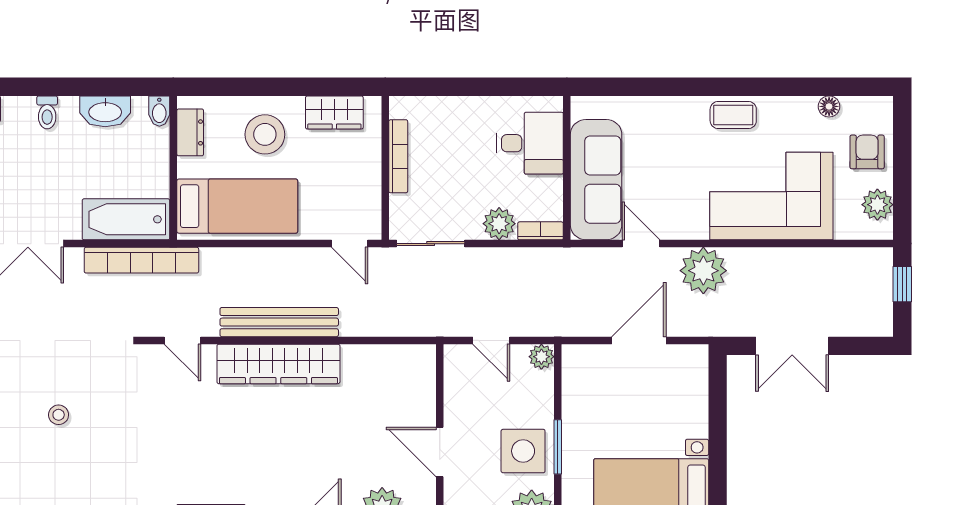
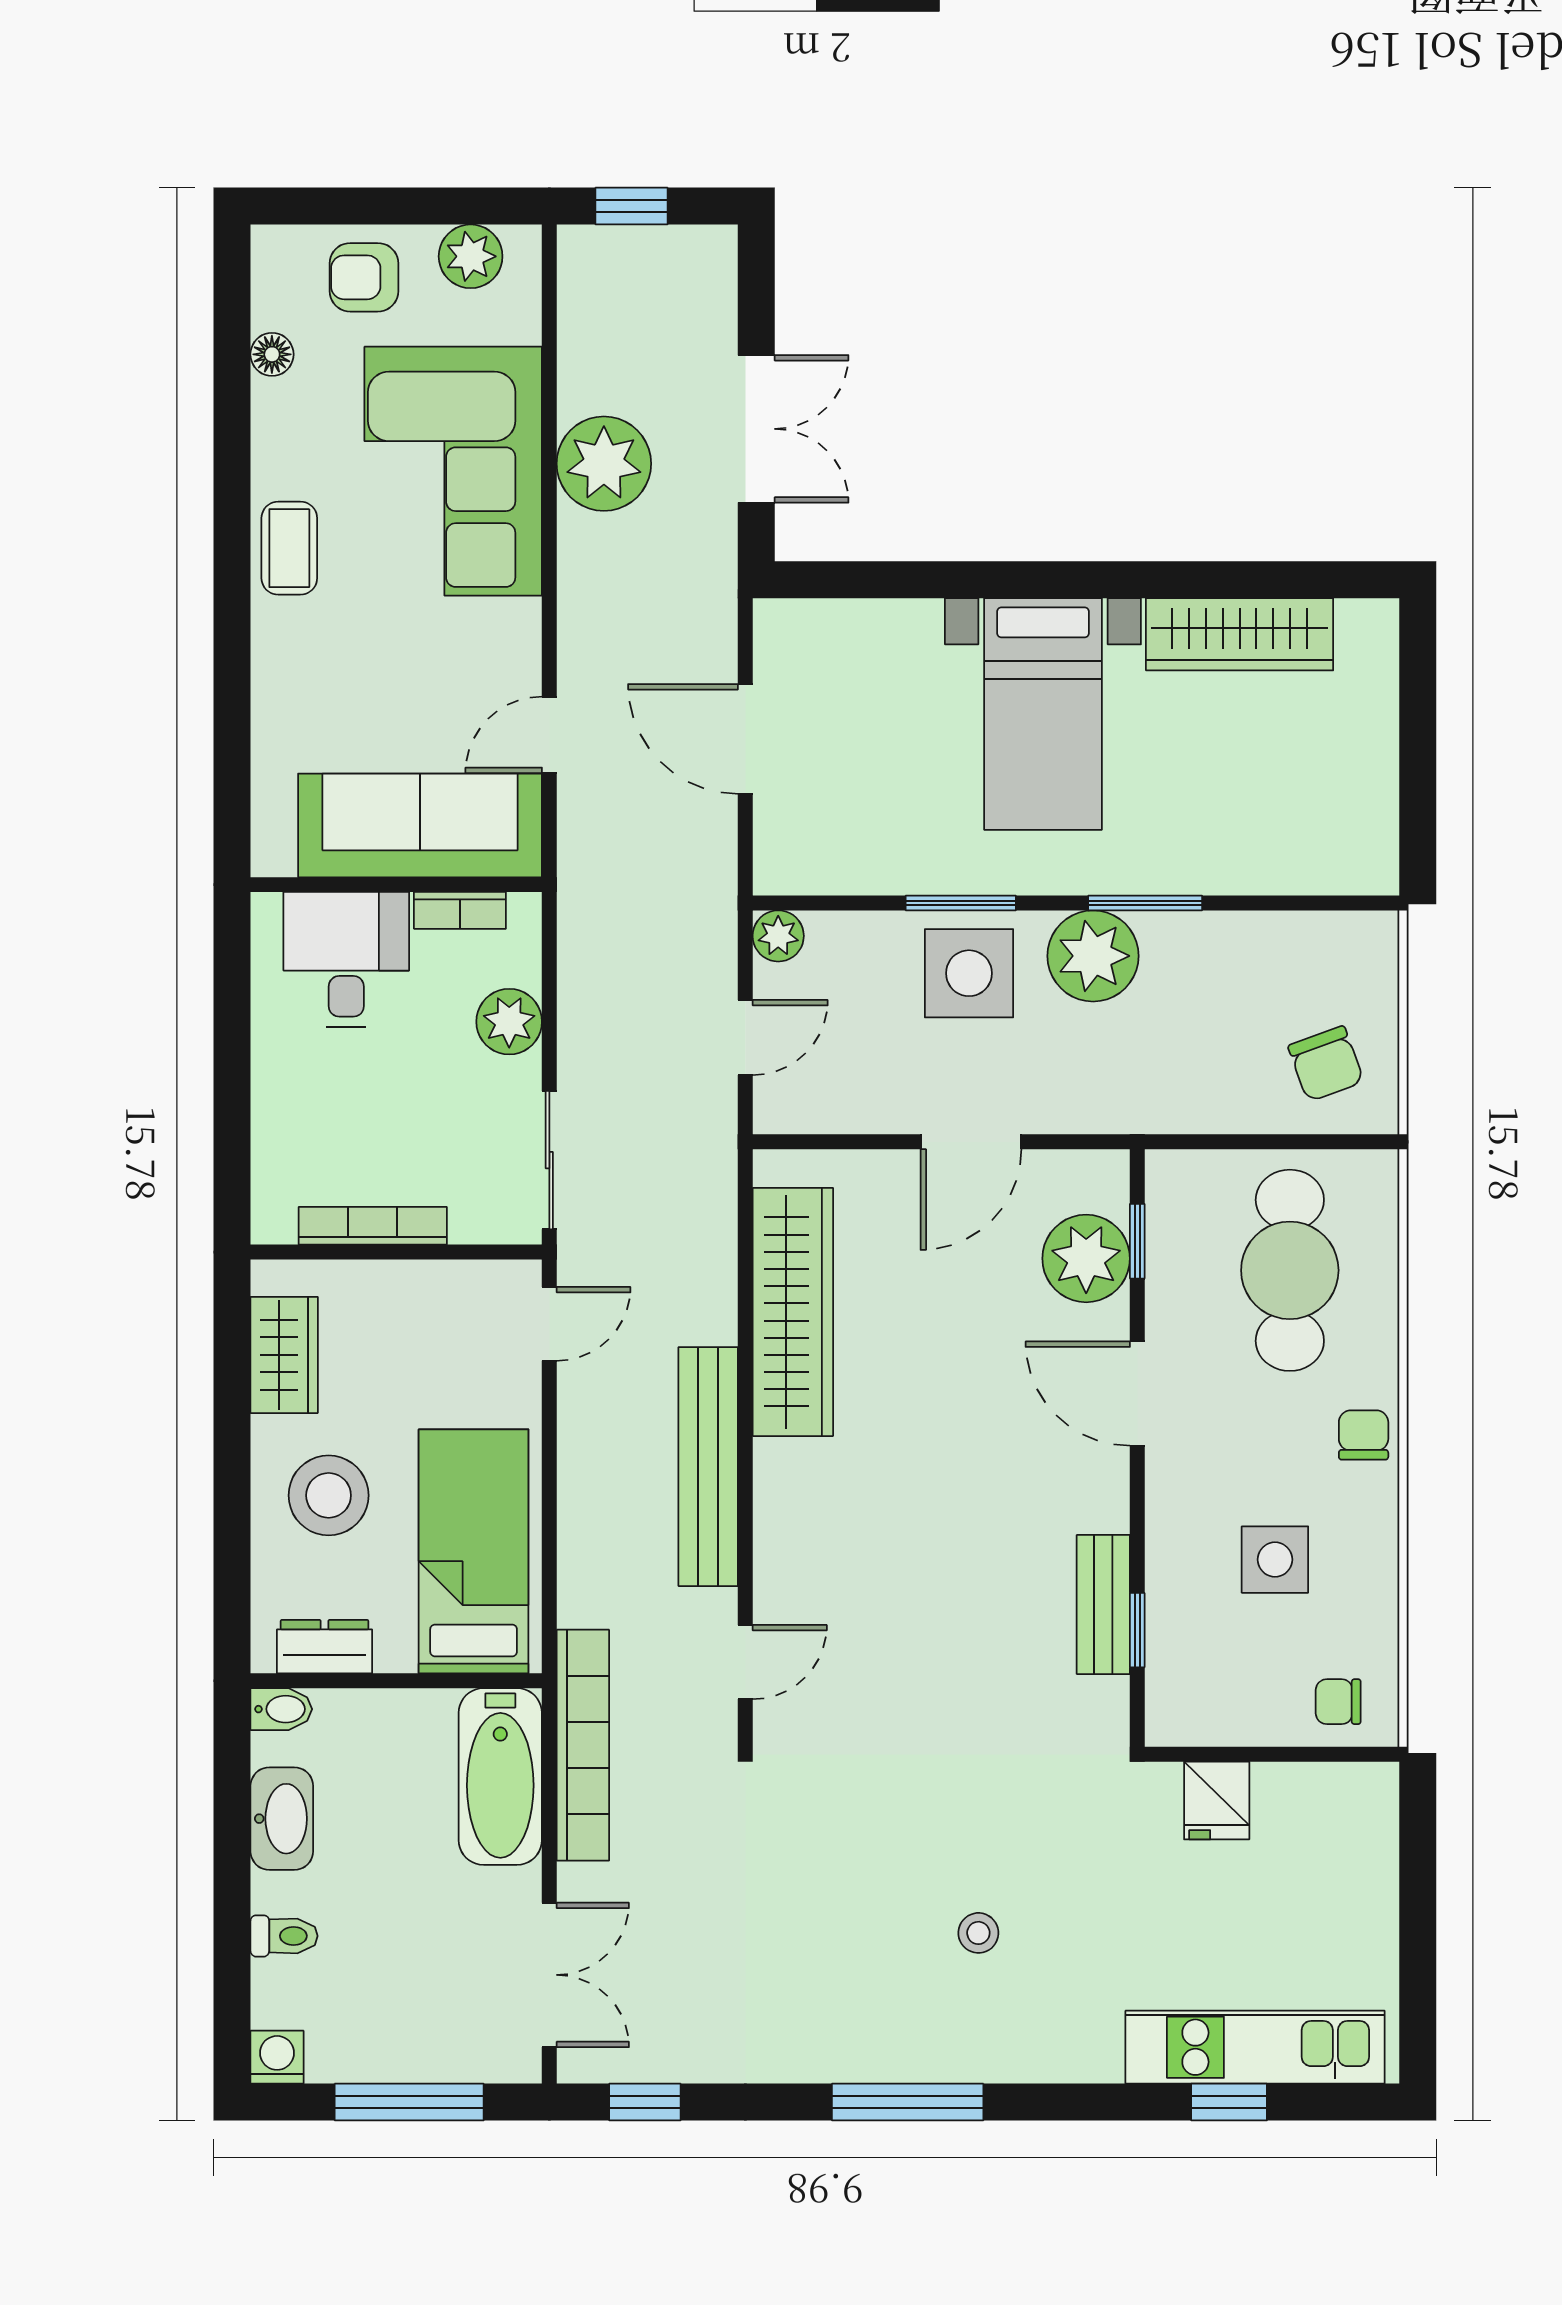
bookcase: (540, 231) -> (460, 910), moved, turned -90
plant: (703, 271) -> (604, 464), moved
wardrobe: (278, 364) -> (793, 1312), moved
stool: (59, 415) -> (978, 1933), moved

